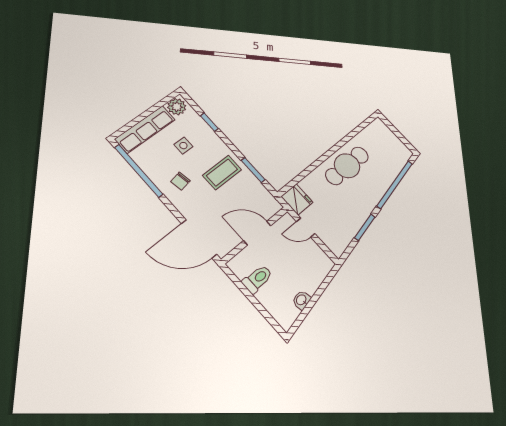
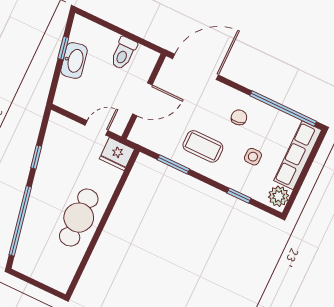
coffee table: (222, 173) -> (203, 146), turned 90
window: (365, 227) -> (36, 157), width x0.67
washbasin: (301, 300) -> (74, 61), width x1.91, depth x1.45
window: (309, 307) -> (63, 48), added

